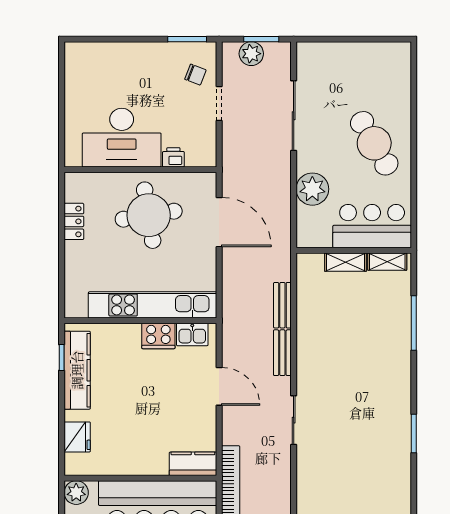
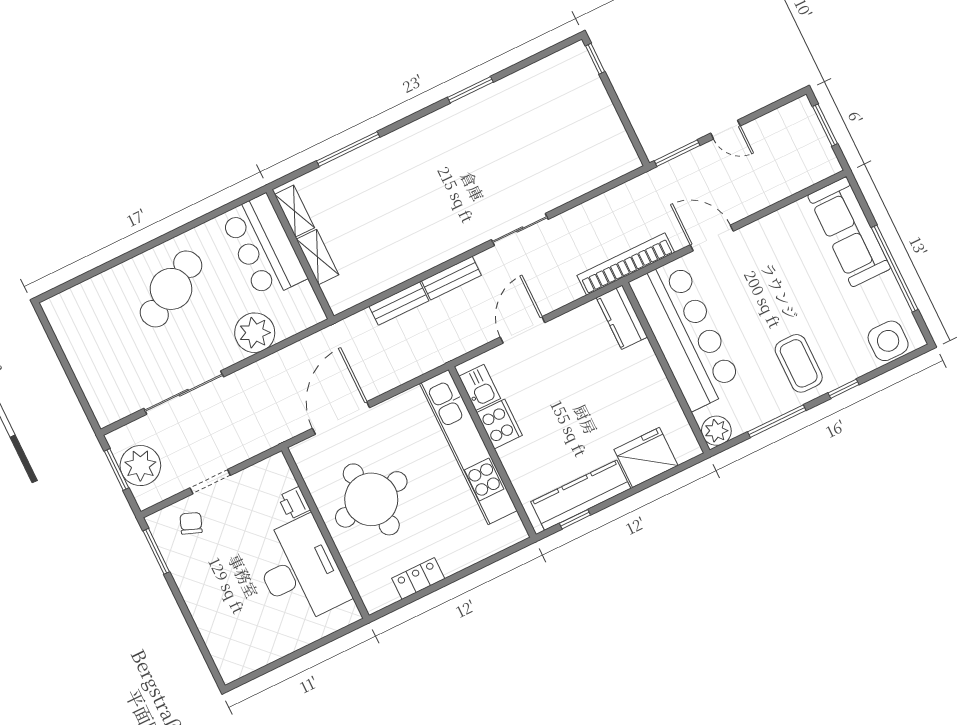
plant: (251, 54) -> (140, 466), width x1.36, depth x1.36
fridge: (77, 437) -> (646, 457), width x1.36, depth x1.34

